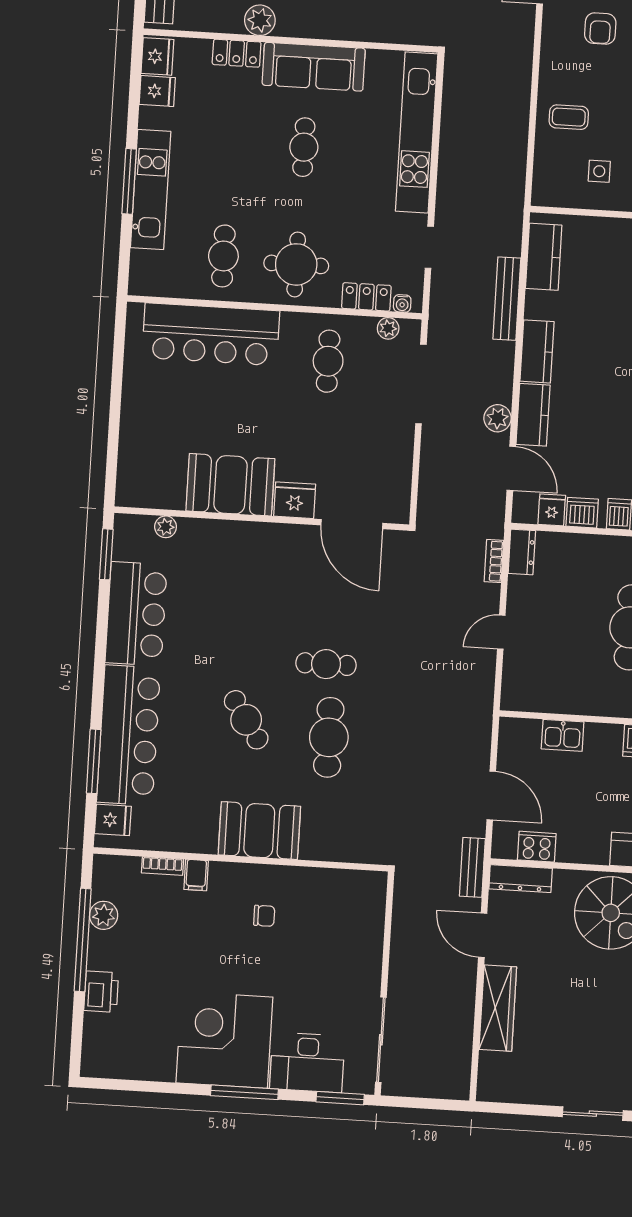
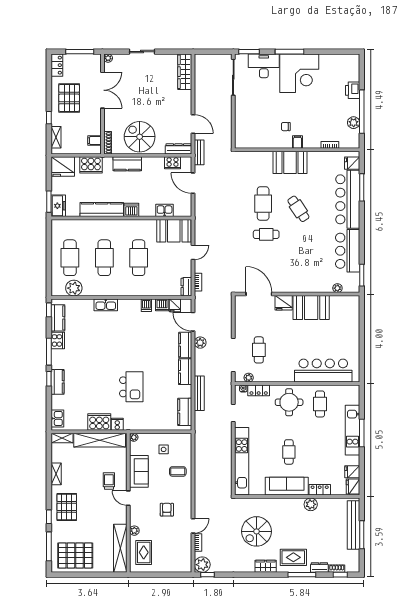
cafe table: (328, 361) -> (259, 350), moved
booth: (543, 686) -> (174, 231), added
filing cabinet: (196, 875) -> (297, 142), moved
wardrobe: (498, 1008) -> (185, 72), moved

